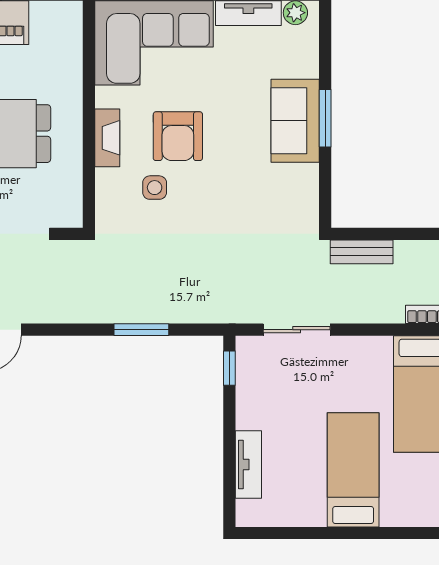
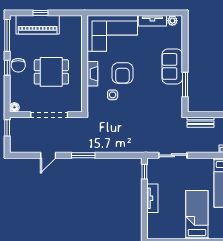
window: (325, 118) -> (185, 84), moved
window: (141, 330) -> (83, 155), moved
tv unit: (248, 464) -> (152, 198), moved

